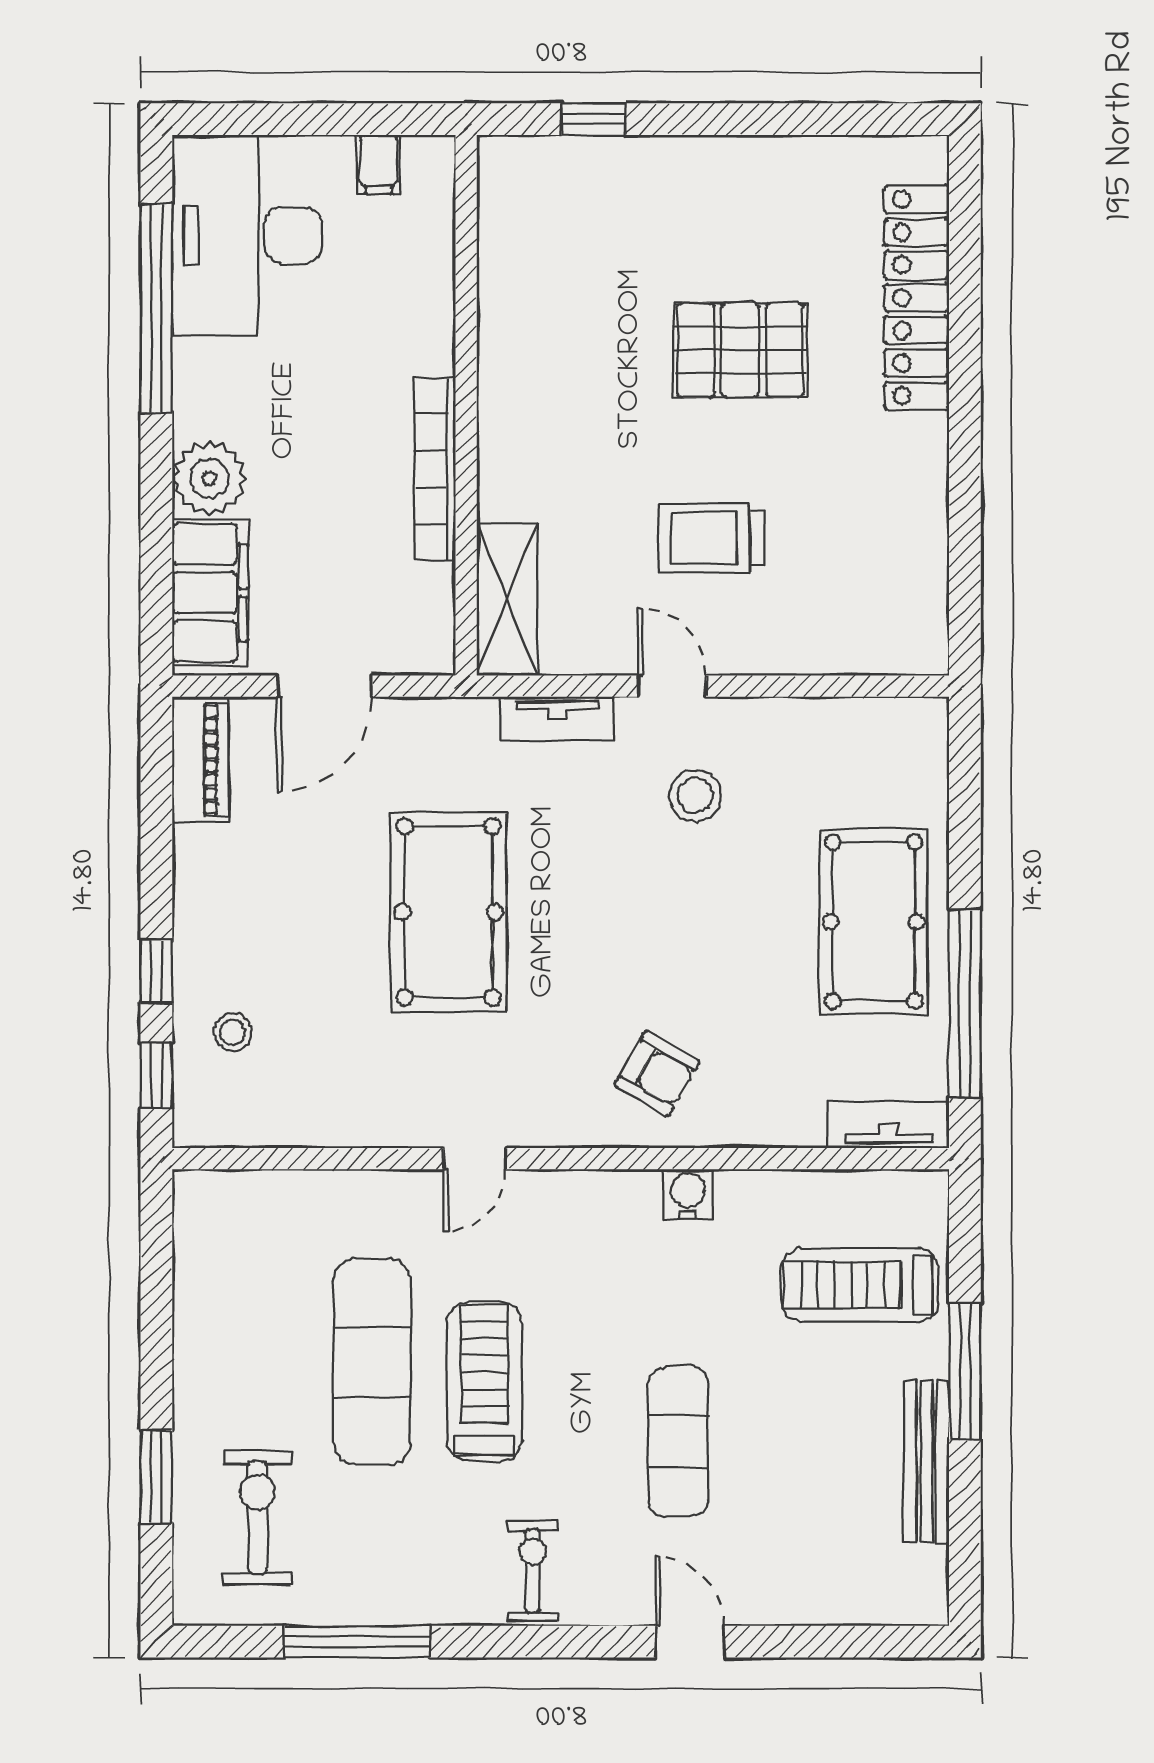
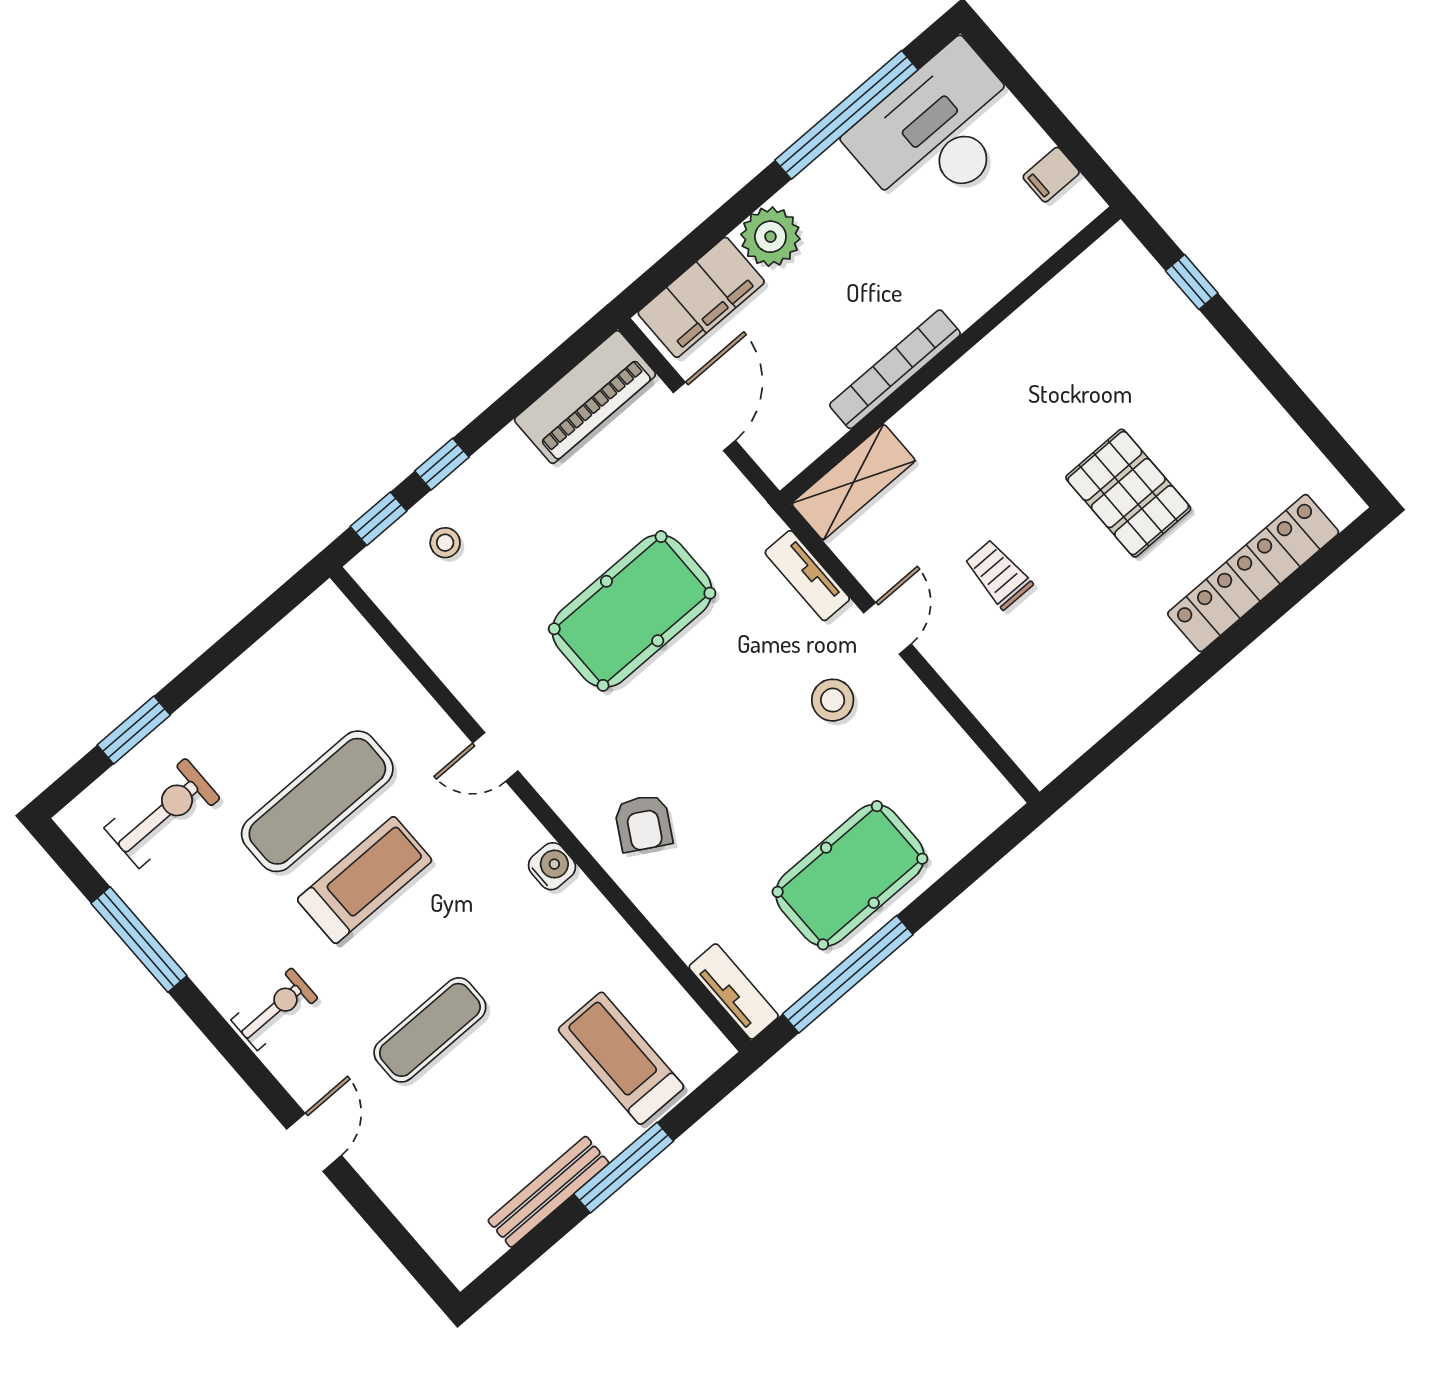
trolley: (711, 538) -> (998, 574), width x0.73, depth x0.72
door: (324, 686) -> (704, 416), swing flipped
piano: (200, 760) -> (585, 397), width x1.37, depth x1.33
water cooler: (688, 1194) -> (552, 866), moved

